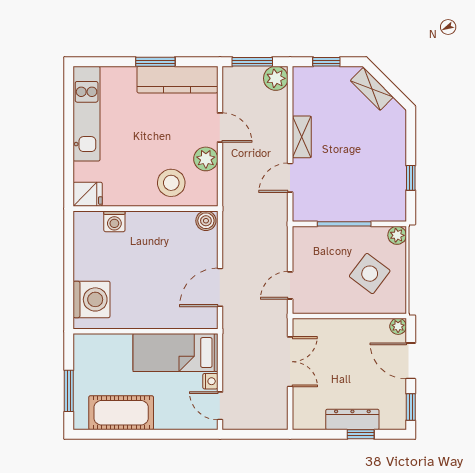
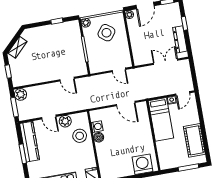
door: (220, 128) -> (49, 117), swing flipped
shelving: (302, 137) -> (46, 77), removed
washing machine: (114, 221) -> (97, 127), moved
boiler: (206, 221) -> (99, 137), moved
double door: (290, 362) -> (166, 62), moved
dresser: (352, 420) -> (180, 39), moved

